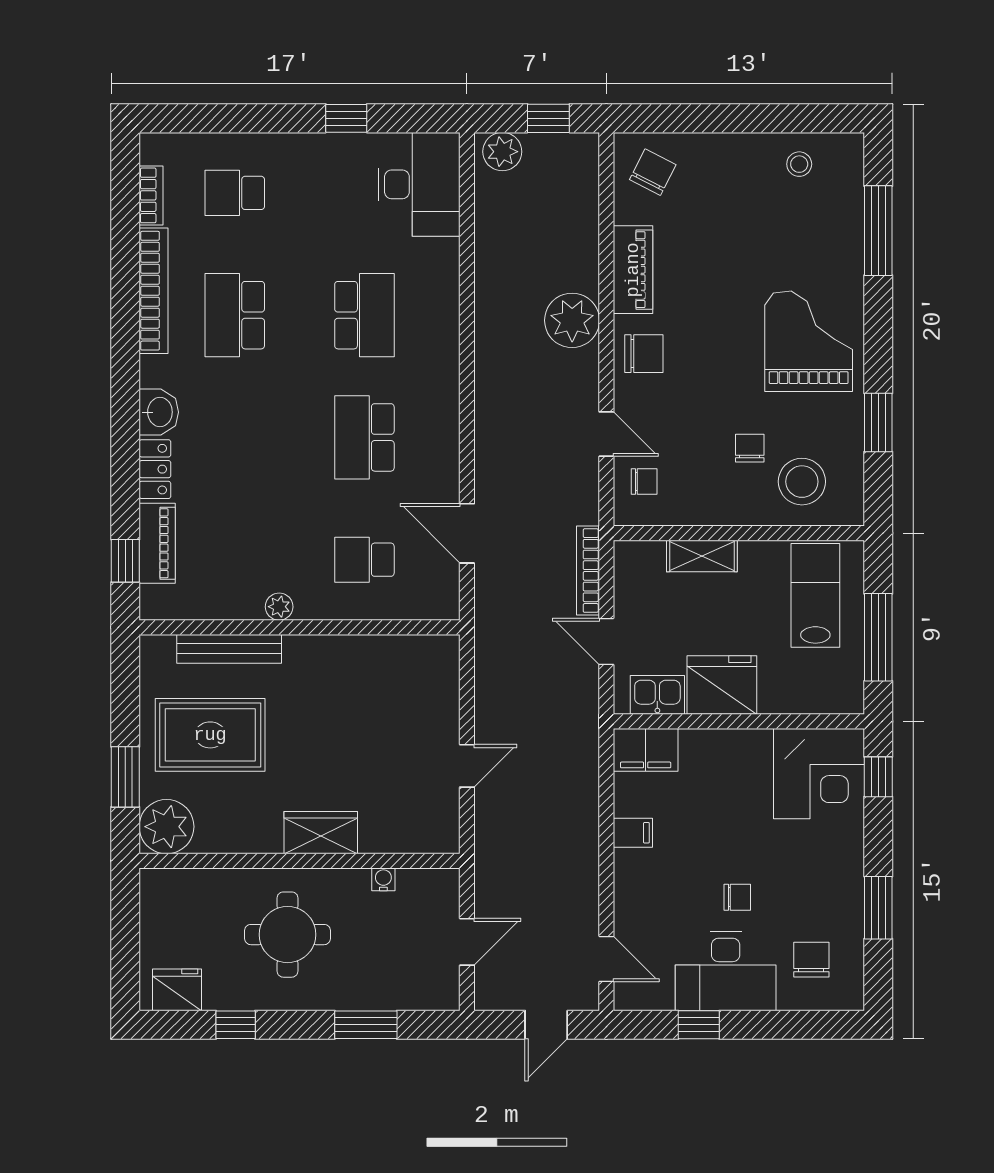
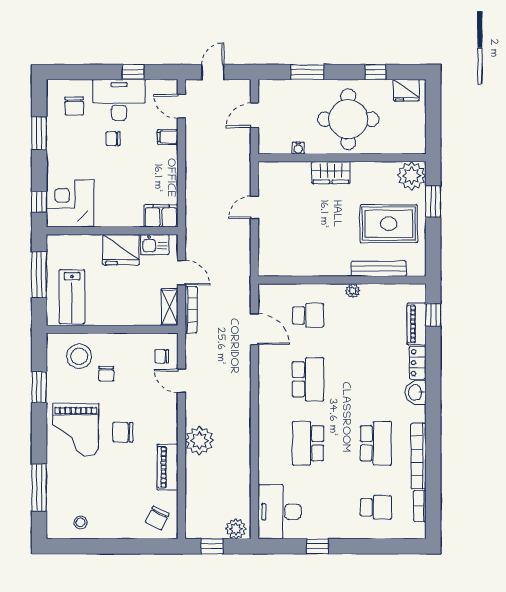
chair: (644, 354) -> (123, 432), moved
shelving: (702, 556) -> (170, 307), moved, turned 90
filing cabinet: (633, 833) -> (168, 137), moved
round table: (288, 935) -> (348, 119), width x1.36, depth x1.36

